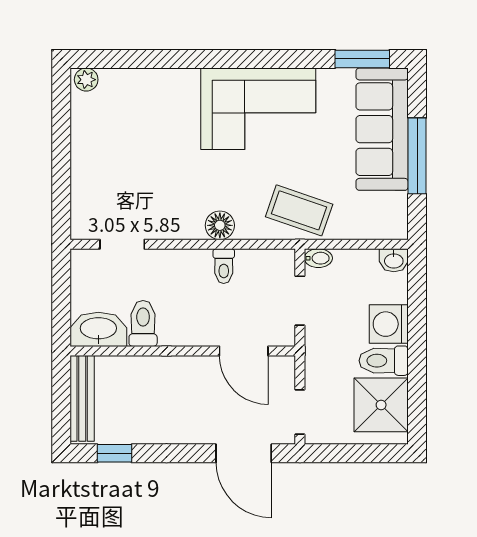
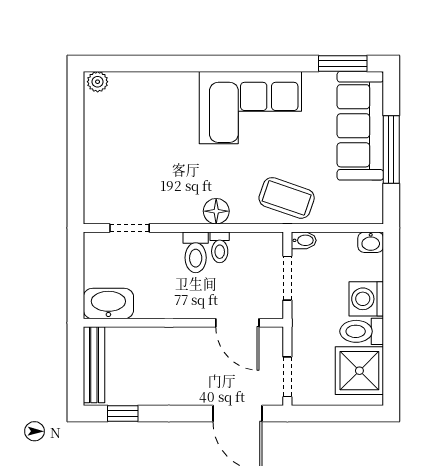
toilet: (143, 323) -> (196, 252), moved, turned 180

